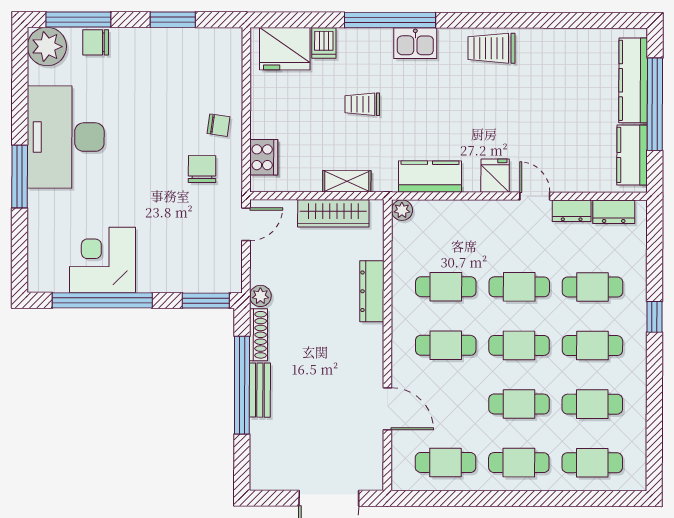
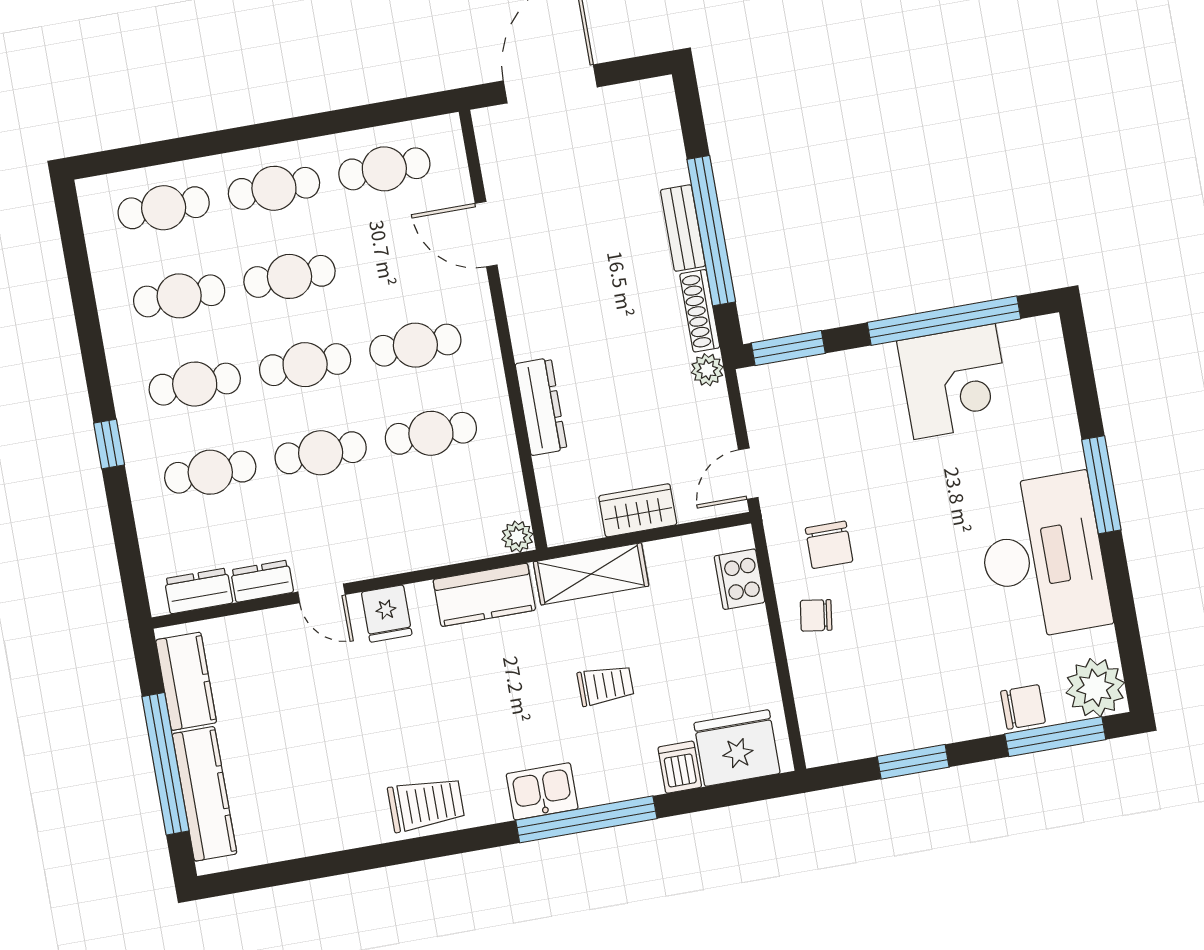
shelving: (347, 181) -> (591, 574), width x1.50, depth x1.33
wardrobe: (333, 213) -> (638, 510), width x0.67

